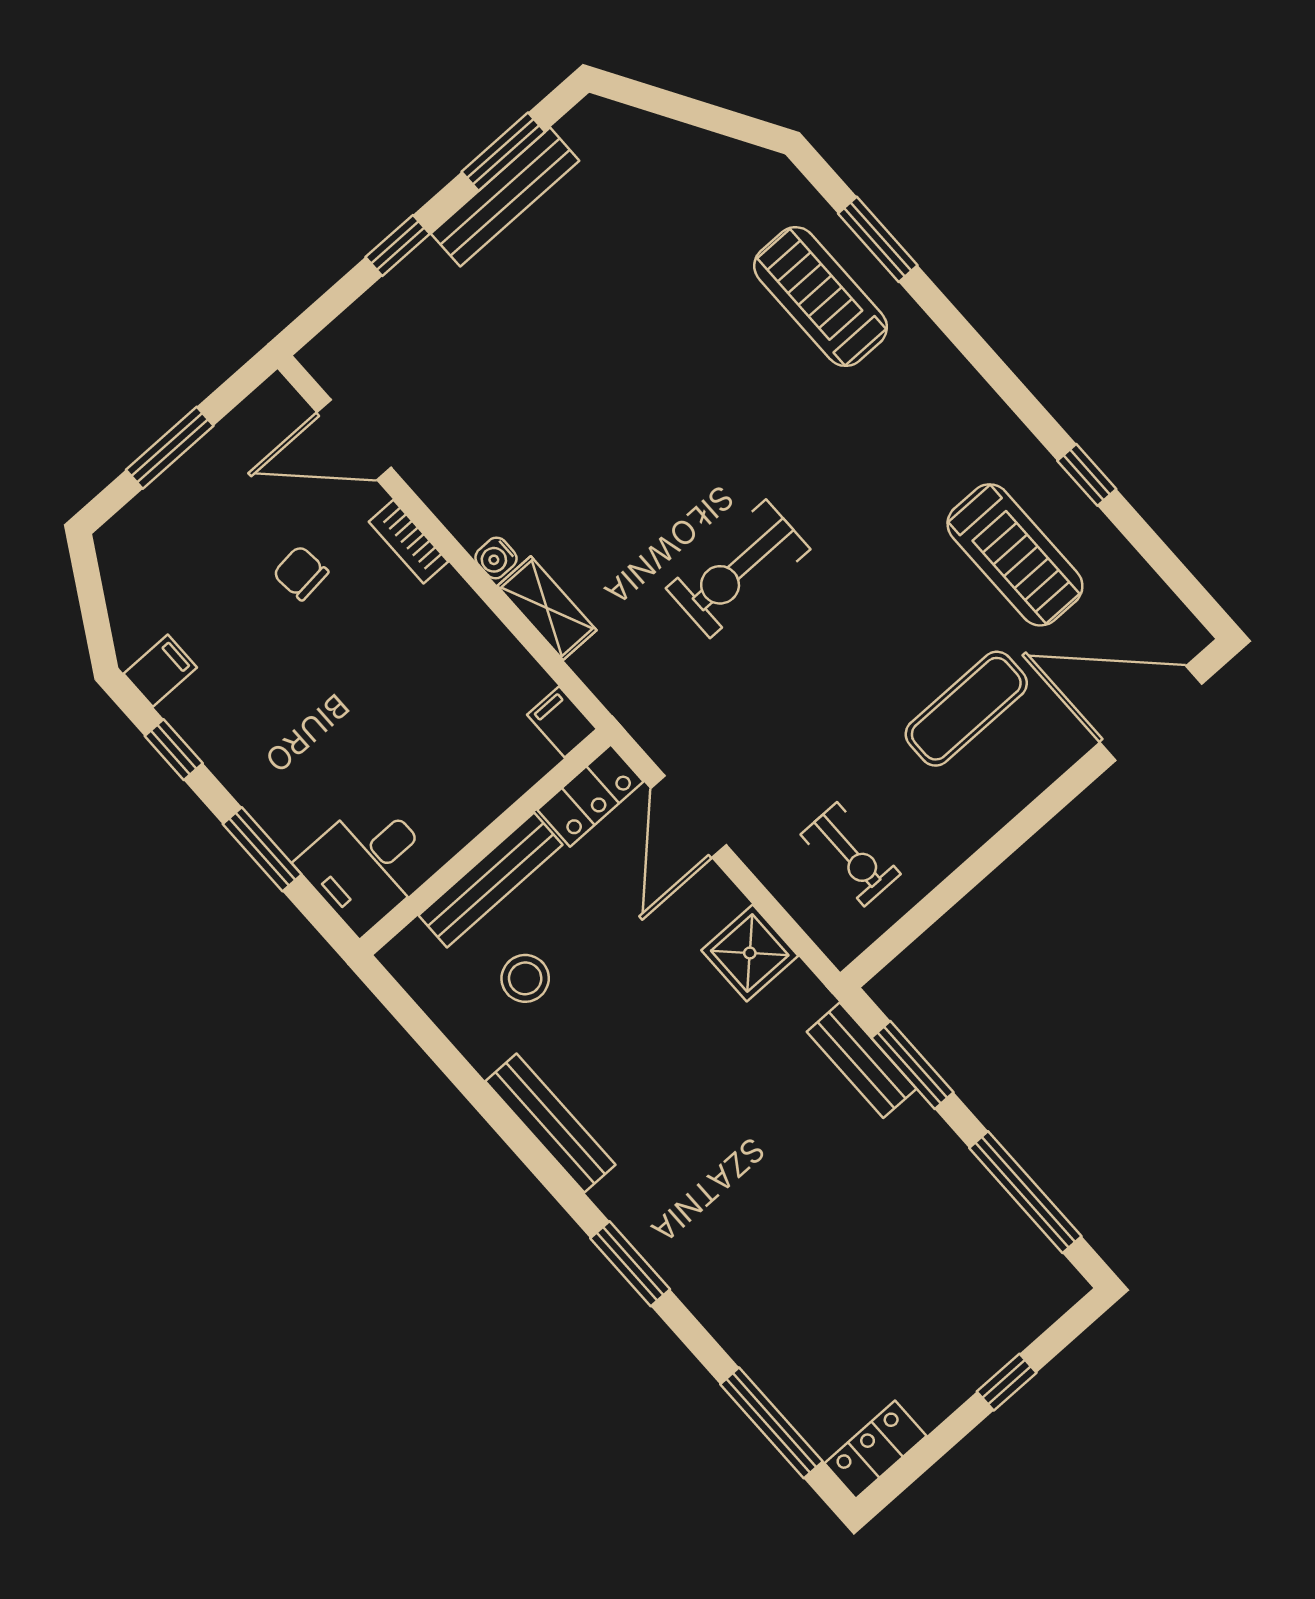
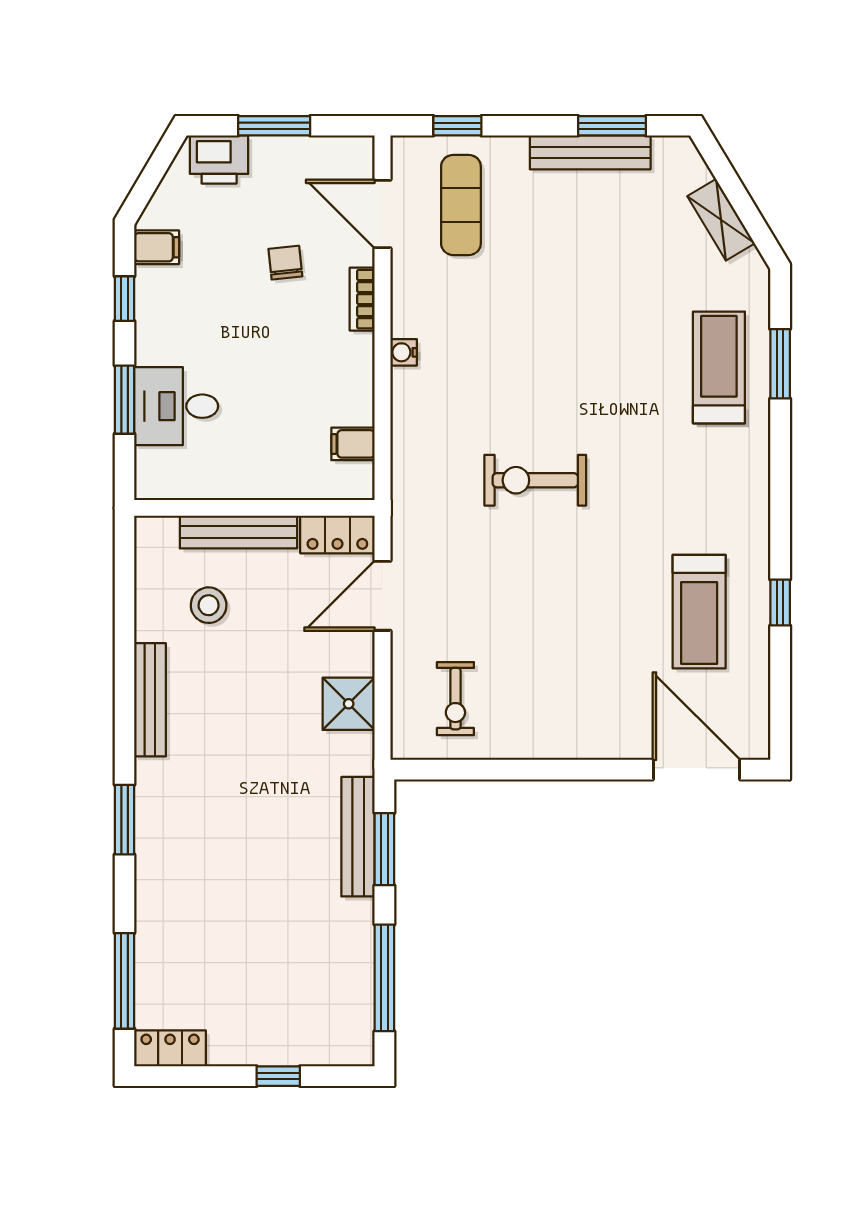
window: (398, 245) -> (457, 126), moved
printer: (145, 529) -> (219, 160), added
shelving: (547, 608) -> (721, 220), moved, turned -31
exercise mat: (966, 709) -> (461, 205), moved, turned 90
filing cabinet: (562, 722) -> (353, 444), moved, turned -90
desk: (367, 865) -> (176, 406), moved
bench: (862, 1060) -> (358, 837), width x1.36

